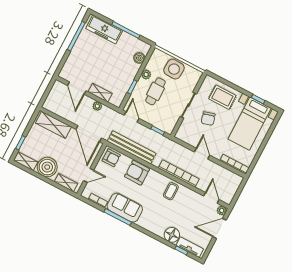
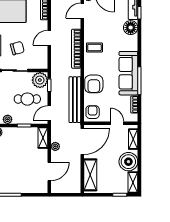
cafe table: (155, 91) -> (27, 99), moved
shelving: (100, 93) -> (43, 138), moved
plant: (167, 124) -> (40, 80), added
sofa: (125, 208) -> (128, 73), width x1.36

